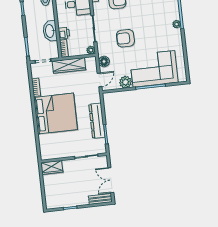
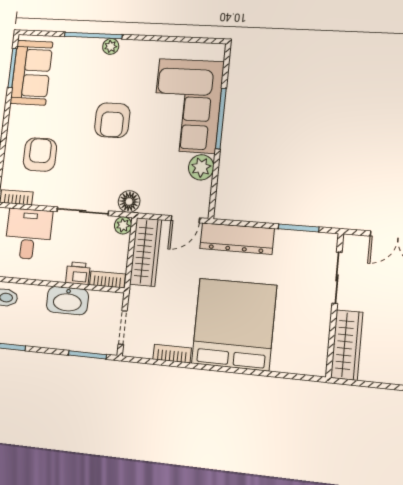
armchair: (125, 38) -> (112, 120), moved
floor lamp: (104, 61) -> (129, 202), moved
wardrobe: (69, 65) -> (146, 252), moved
door: (100, 80) -> (185, 219), swing flipped
dresser: (97, 121) -> (237, 239), moved
wardrobe: (52, 167) -> (347, 345), width x1.50

